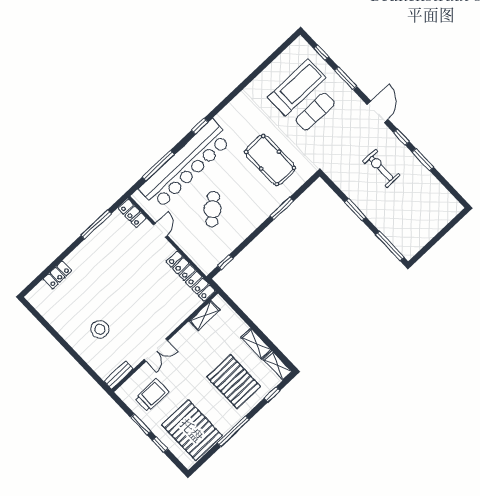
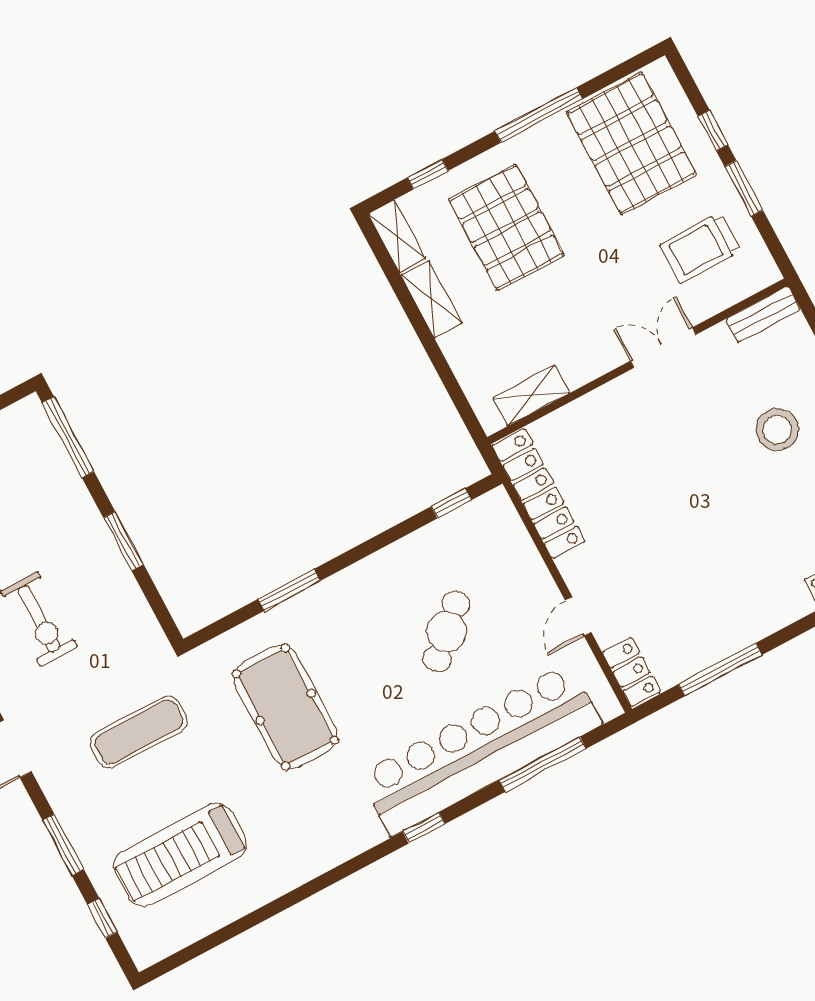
exercise mat: (315, 112) -> (139, 732), moved

